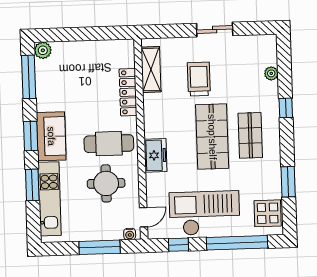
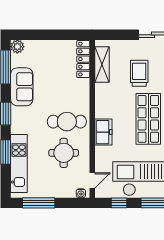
locker: (128, 92) -> (83, 59), moved
sofa: (51, 136) -> (22, 87), moved
window: (100, 247) -> (39, 203), moved

